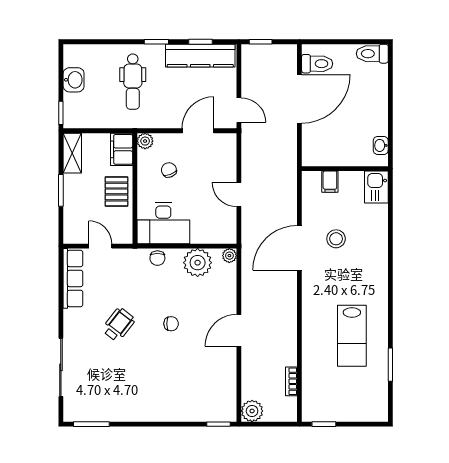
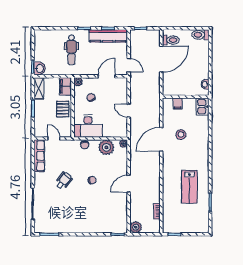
washbasin: (74, 80) -> (40, 68), moved

